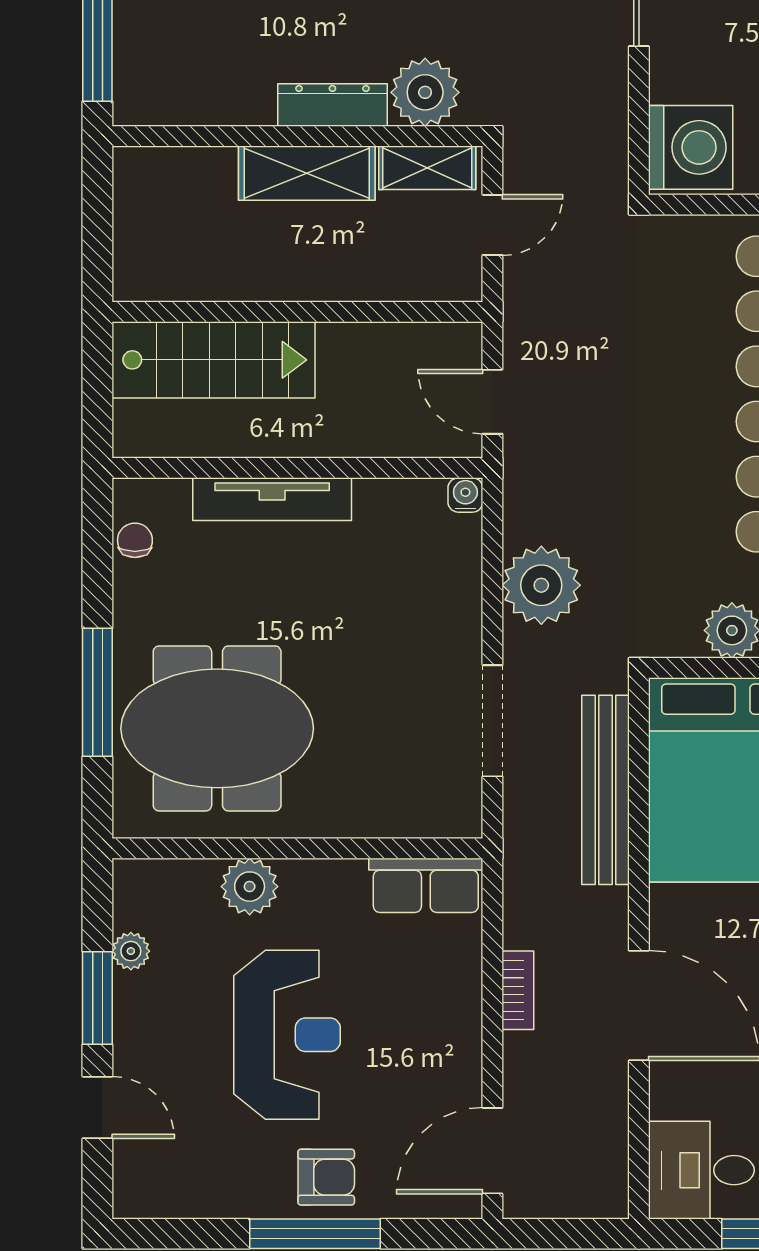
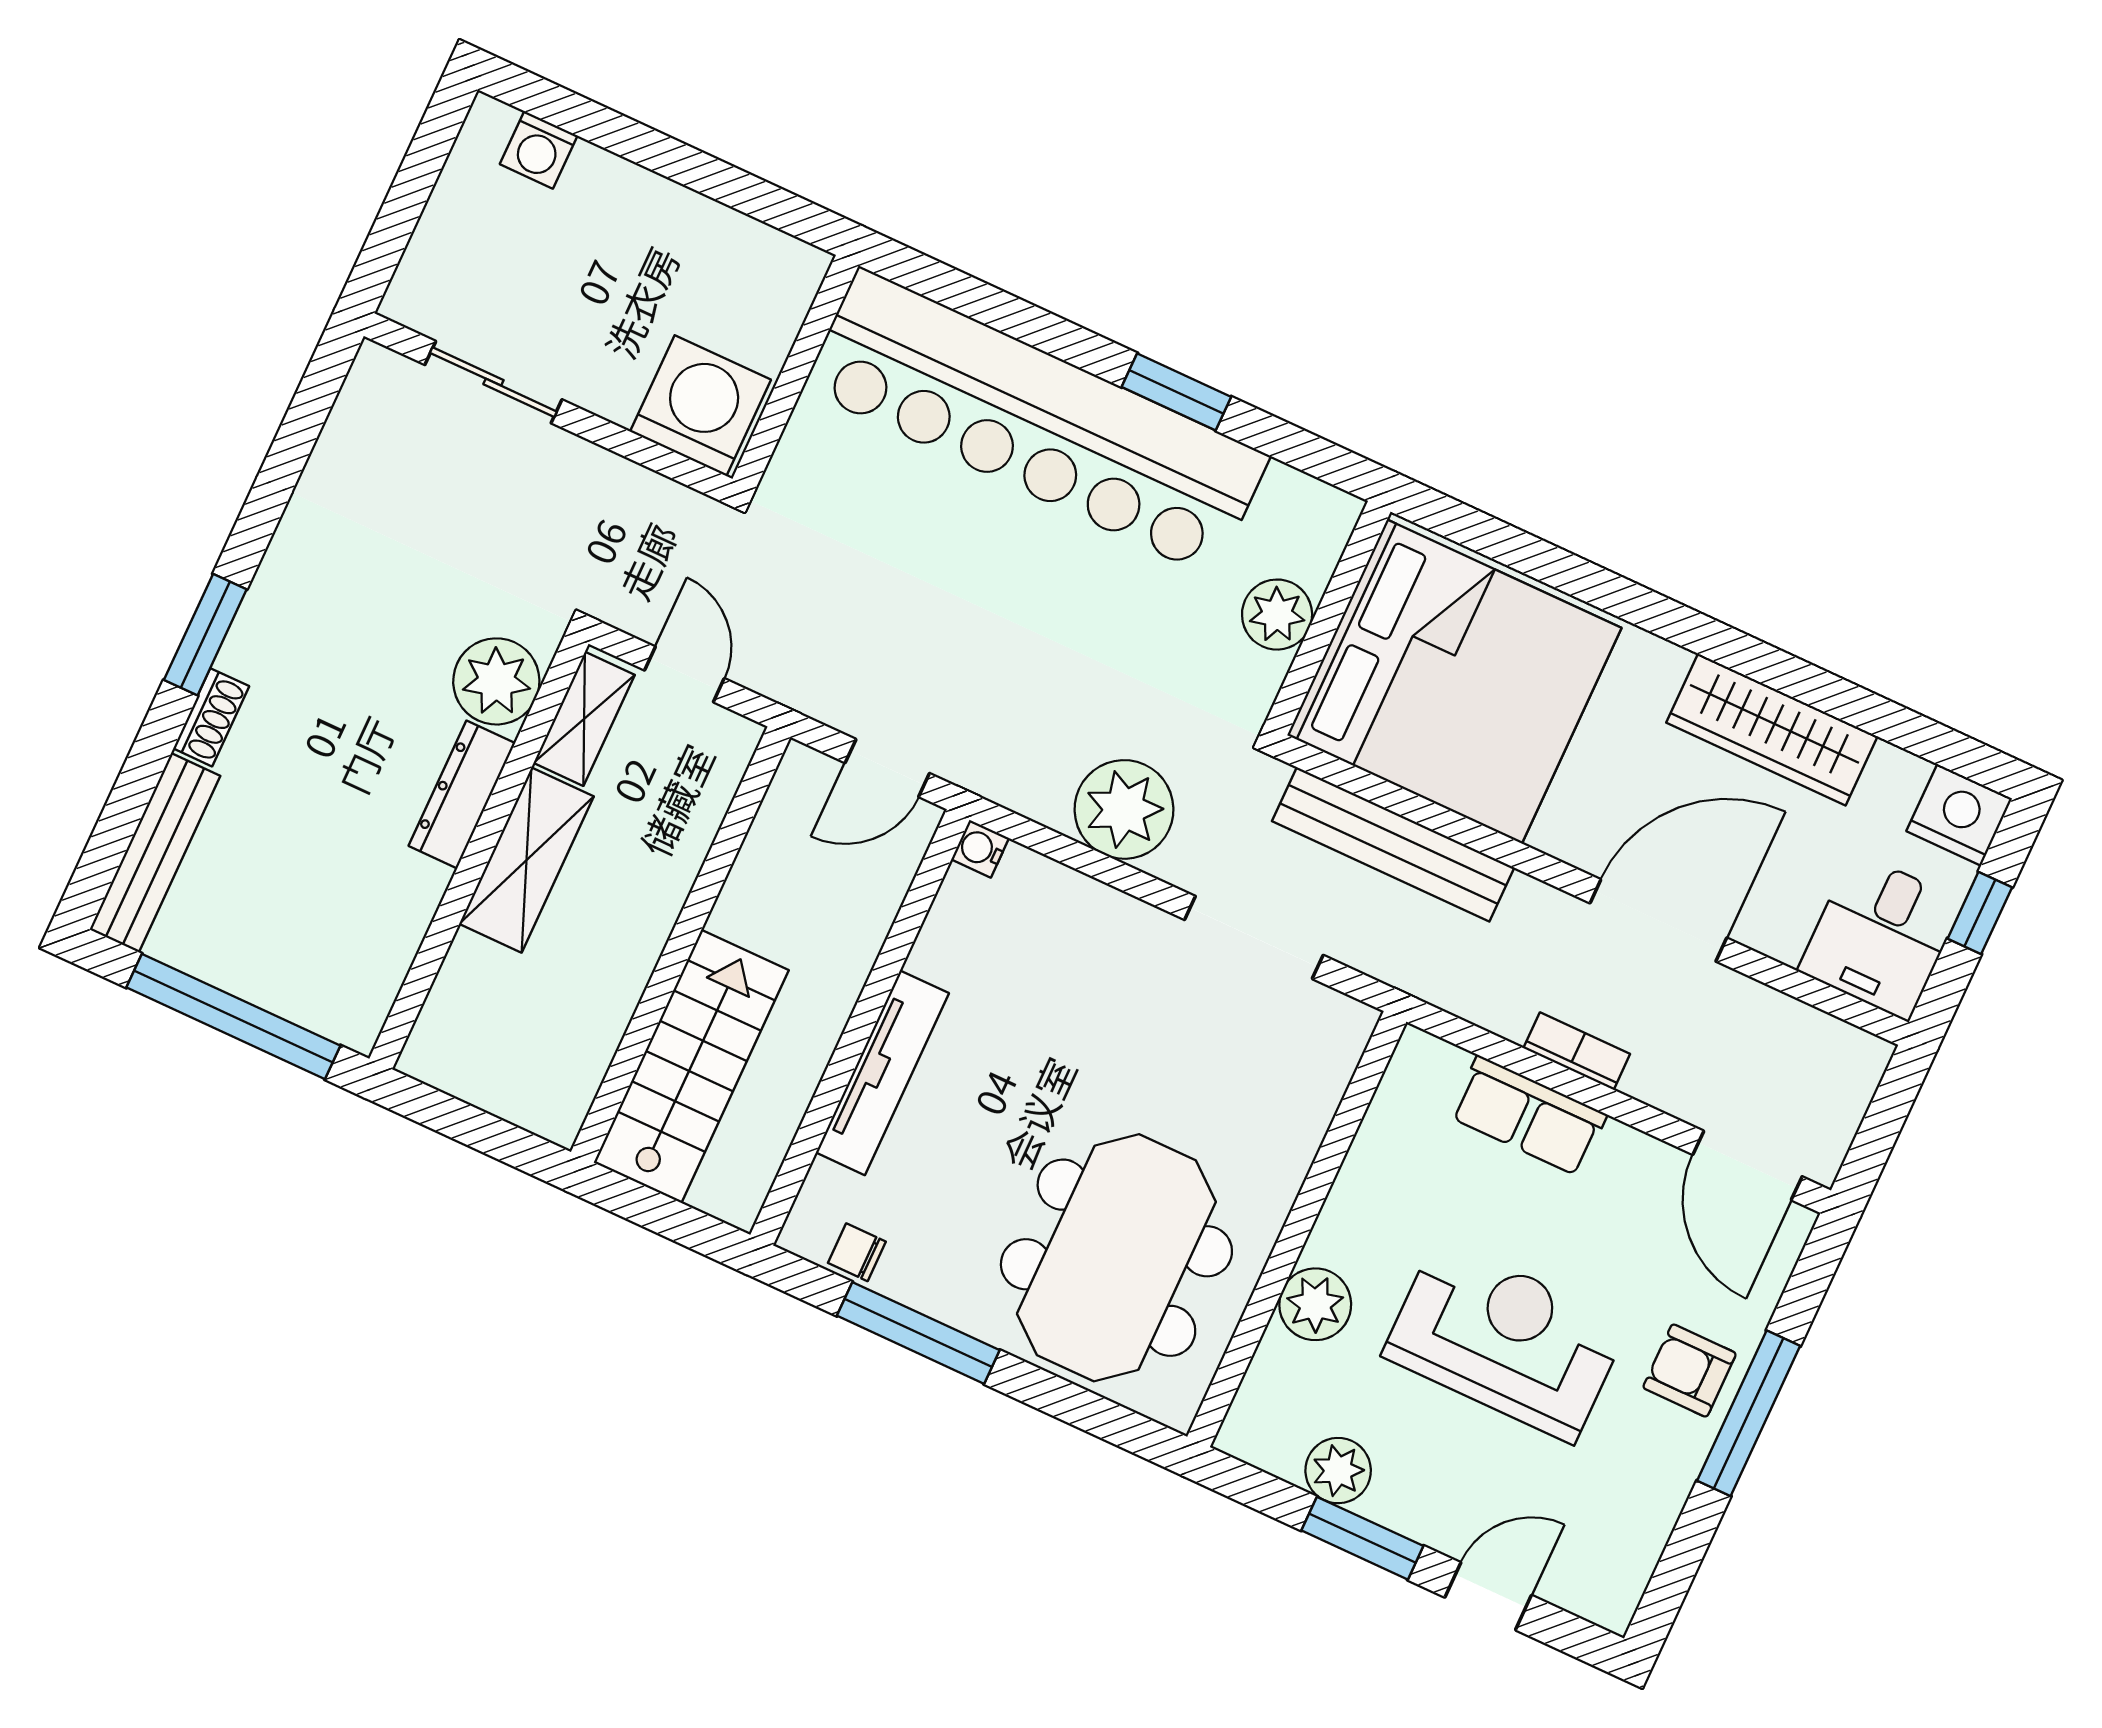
window: (97, 692) -> (918, 1333), moved
row of seats: (426, 885) -> (1528, 1116), moved, turned 90
plant: (131, 951) -> (1338, 1471), width x1.38, depth x1.38
armchair: (326, 1177) -> (1690, 1371), turned -90

